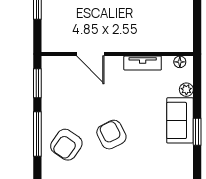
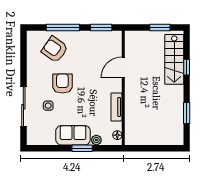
window: (197, 132) -> (82, 148), moved
armchair: (111, 135) -> (62, 83), turned -63
side table: (141, 153) -> (48, 106), added

